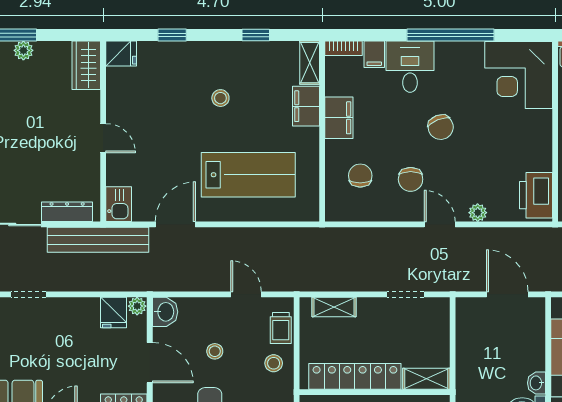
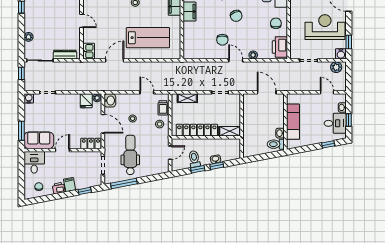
chair: (360, 176) -> (276, 23), moved
bench: (98, 240) -> (79, 67), removed

